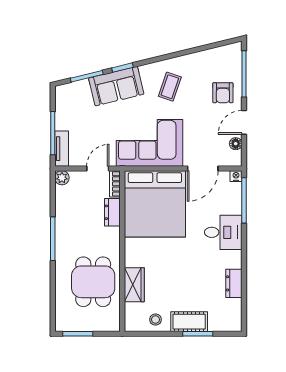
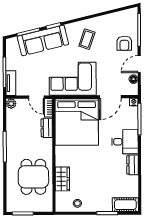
sofa: (116, 86) -> (43, 40), width x1.36
door: (98, 169) -> (36, 97), swing flipped
dresser: (234, 283) -> (132, 165), moved
cot: (189, 322) -> (125, 205), moved

